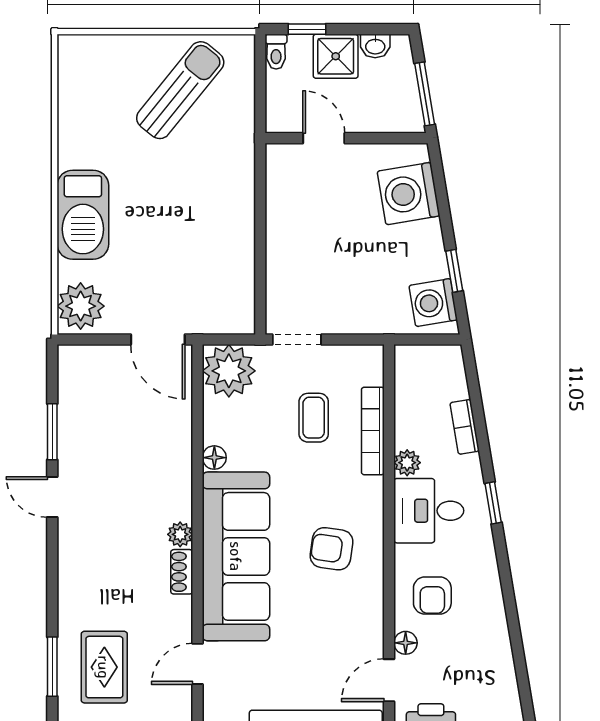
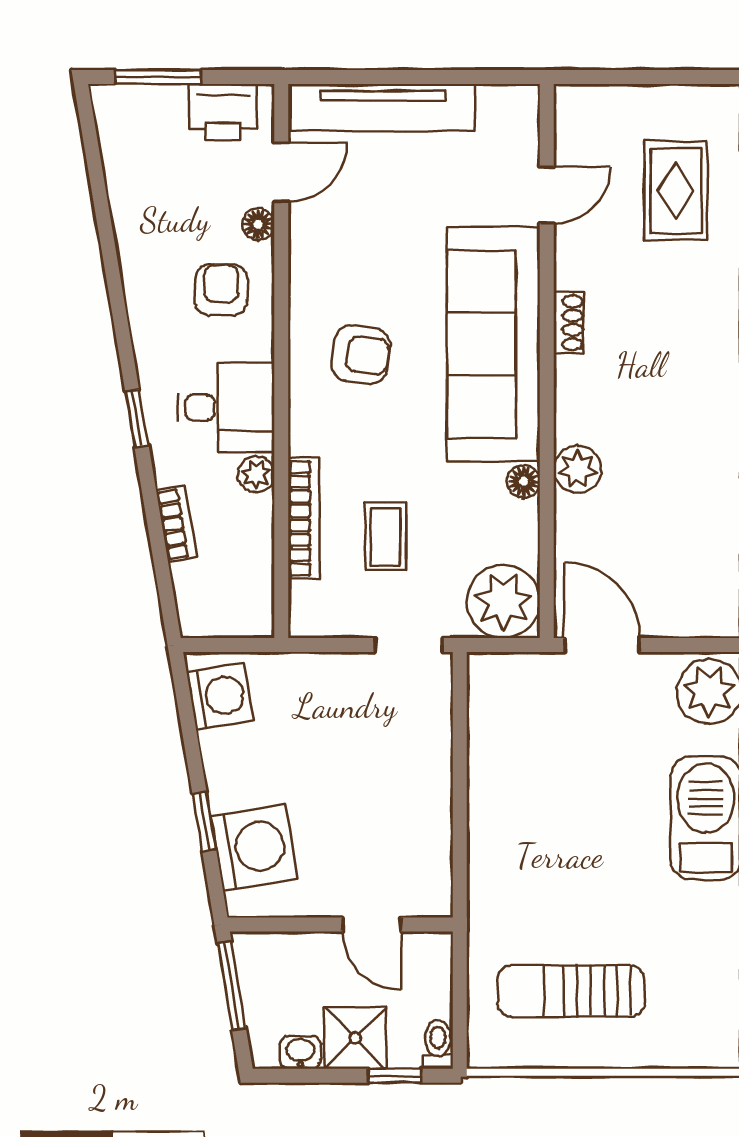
sun lounger: (180, 90) -> (571, 991), turned 51
window: (454, 271) -> (204, 822), moved
plant: (180, 534) -> (578, 469), moved, width x1.38, depth x1.38

